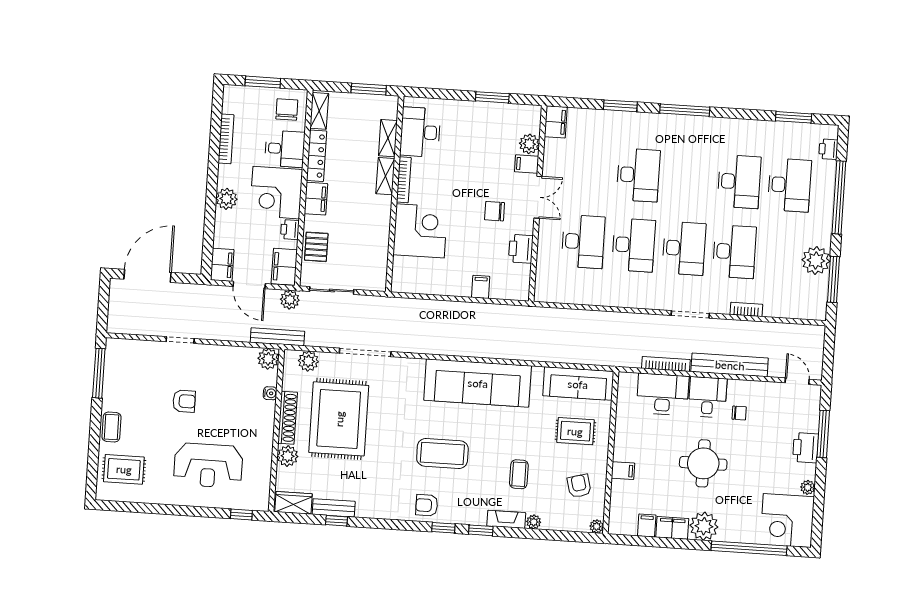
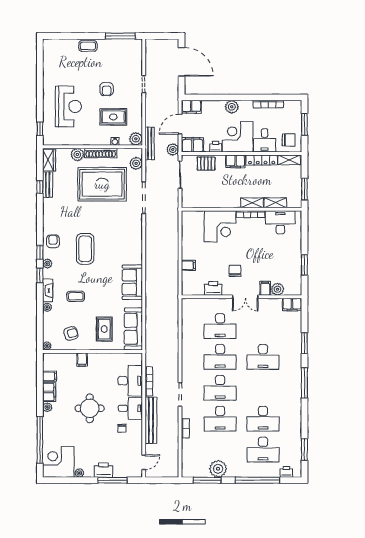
sofa: (478, 383) -> (132, 282), width x0.54, depth x0.79
reception desk: (208, 465) -> (68, 106), turned 180
rug: (124, 469) -> (113, 117), moved, turned 90
plant: (462, 517) -> (47, 264), added
plant: (704, 526) -> (47, 407), width x0.53, depth x0.53

